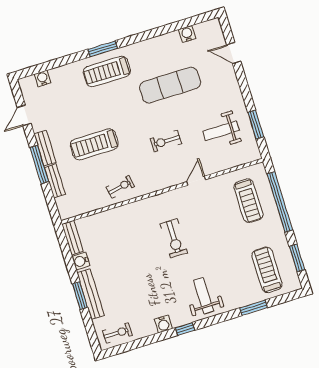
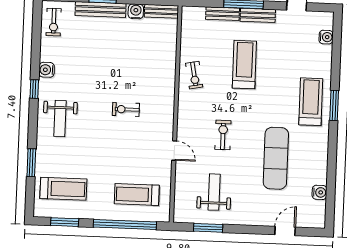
exercise bike: (174, 238) -> (126, 109), width x0.73, depth x0.72
weight bench: (204, 296) -> (60, 118), turned 90

